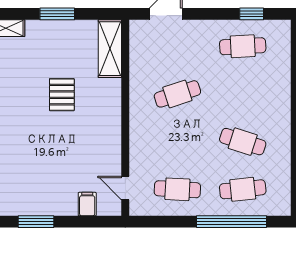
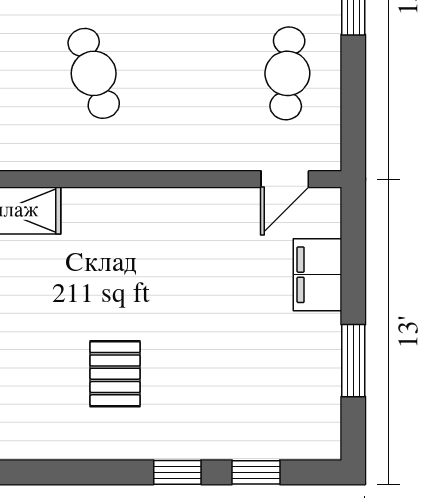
pallet: (62, 95) -> (115, 374), moved, turned 90
filing cabinet: (87, 204) -> (317, 275), width x2.00

